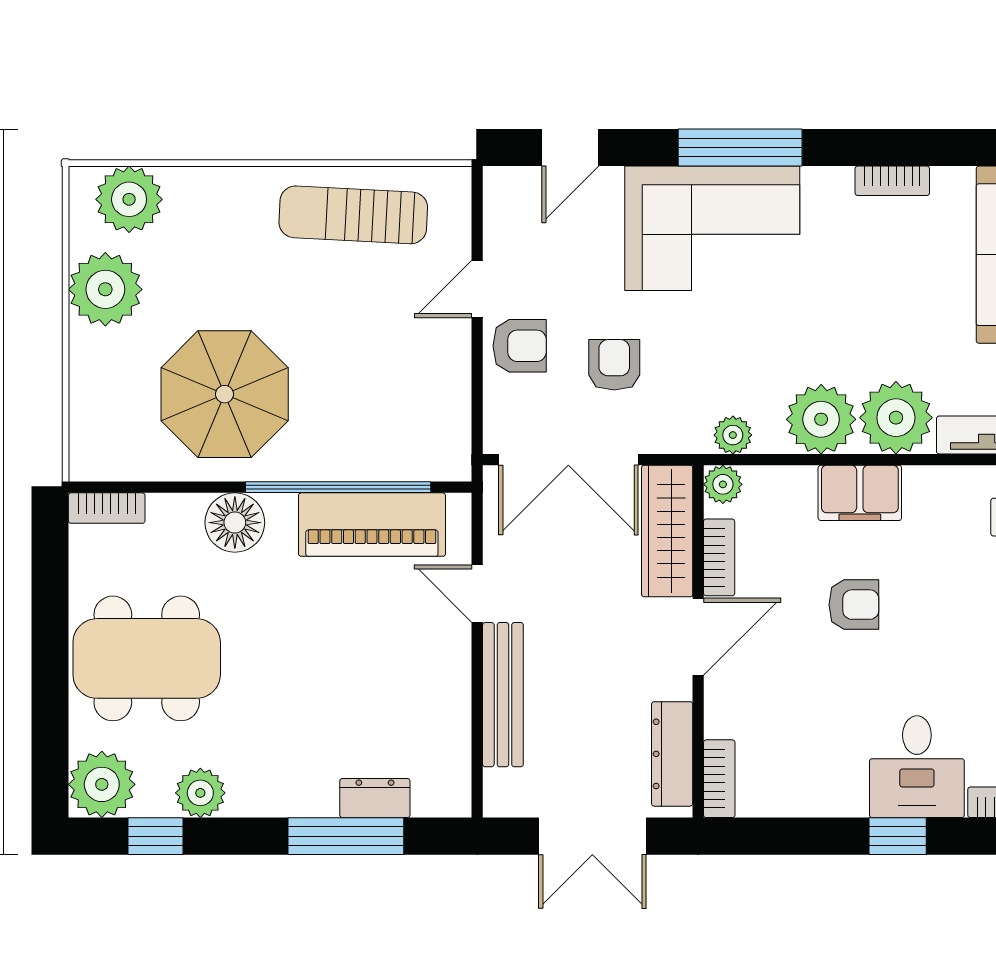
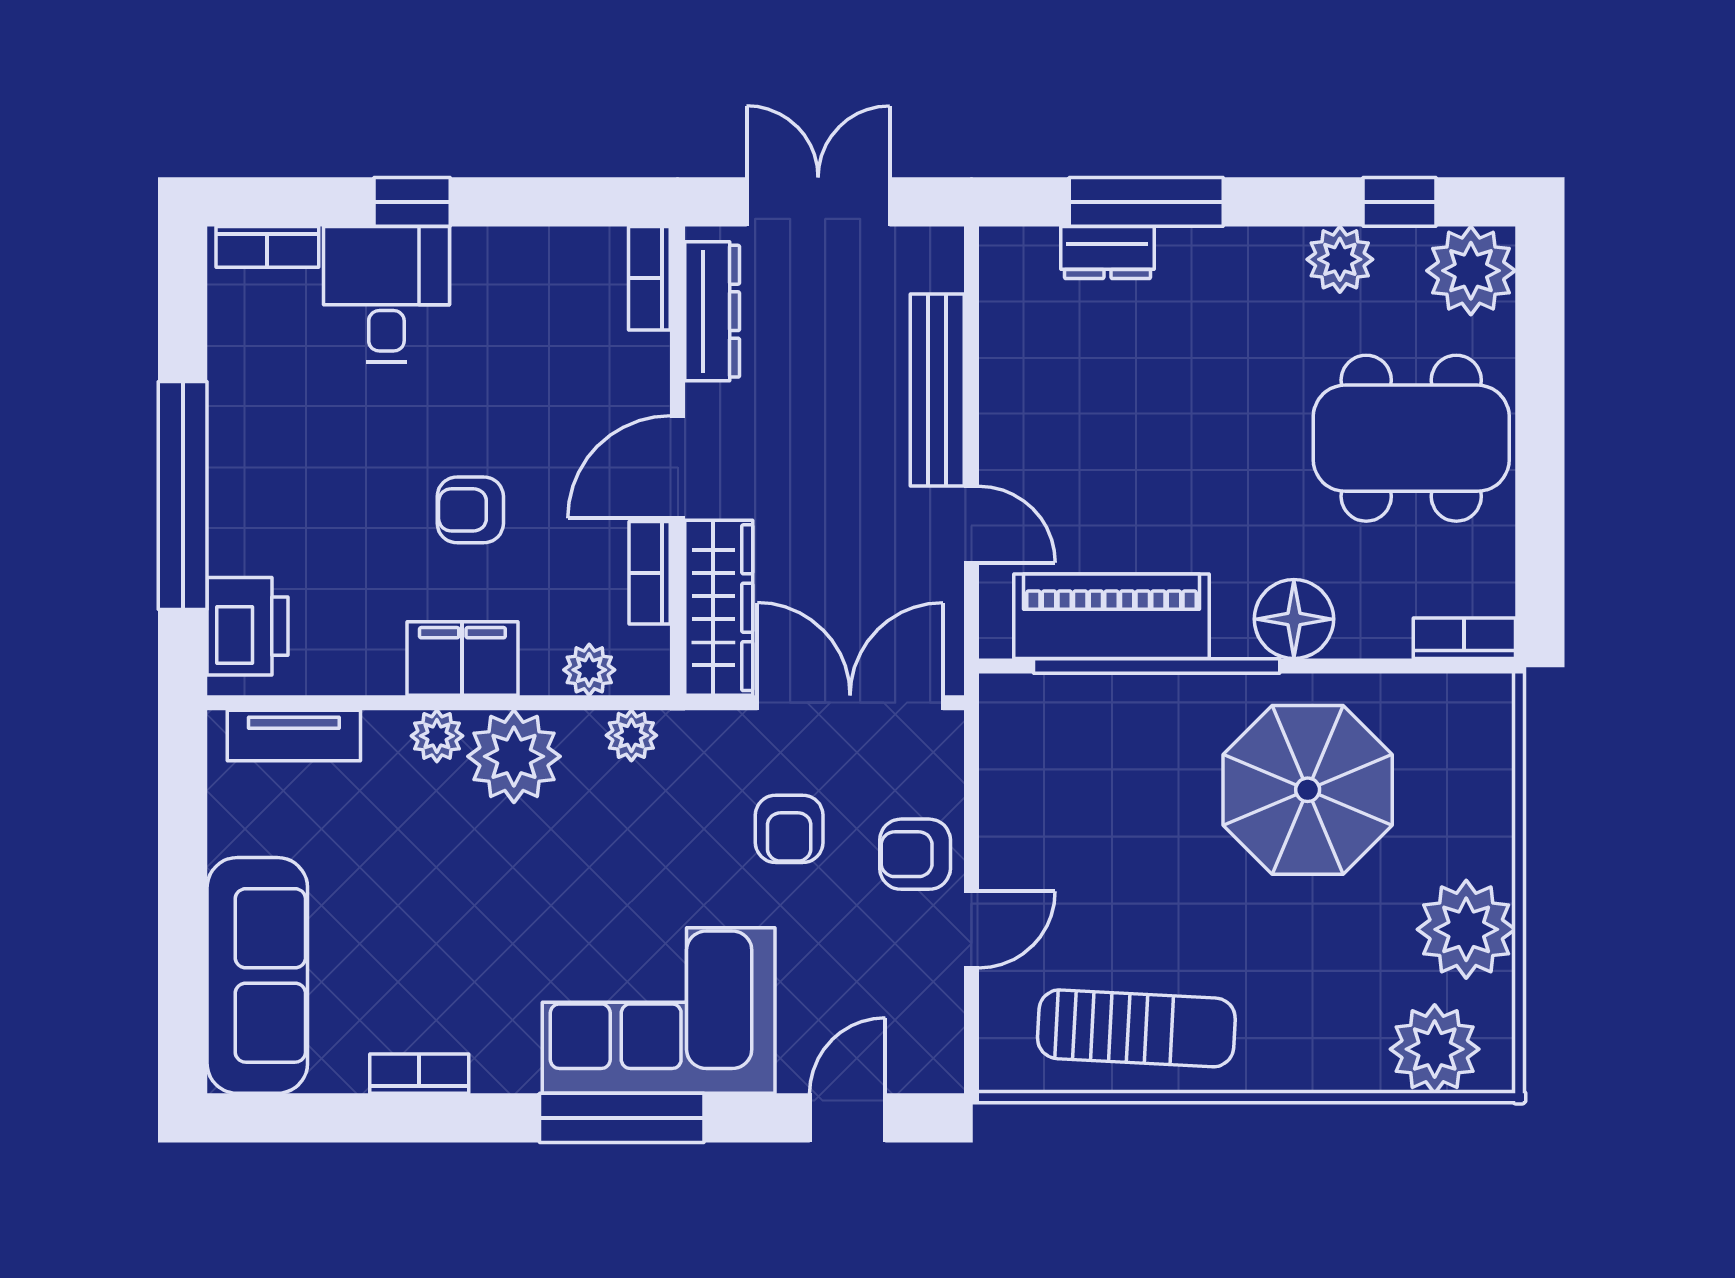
plant: (896, 418) -> (437, 736), width x0.53, depth x0.53
plant: (723, 484) -> (589, 670), moved

